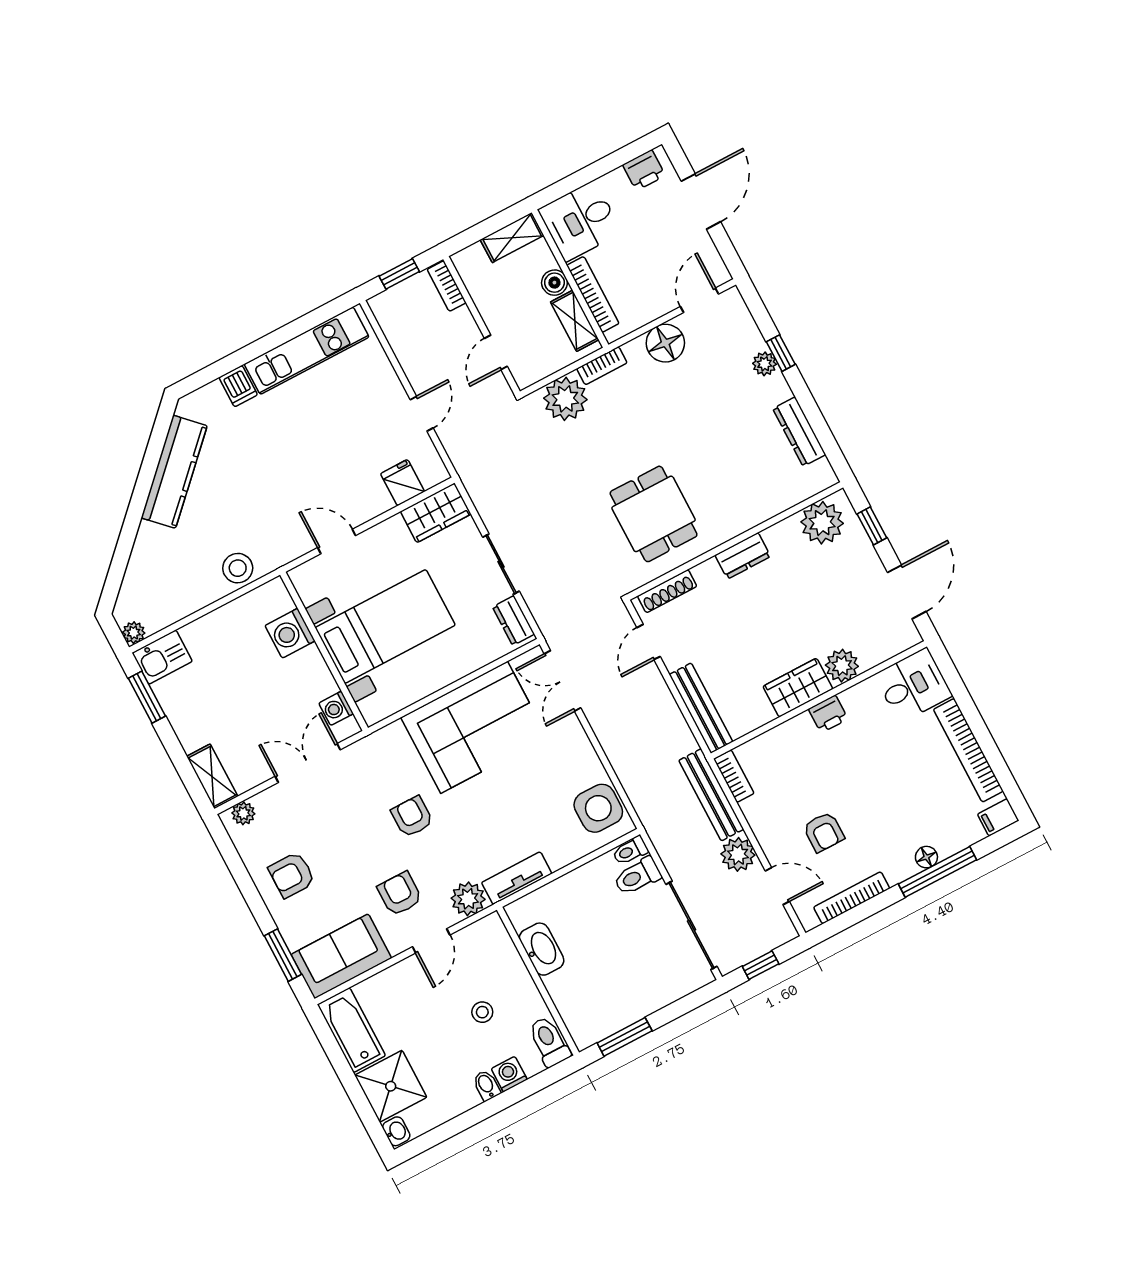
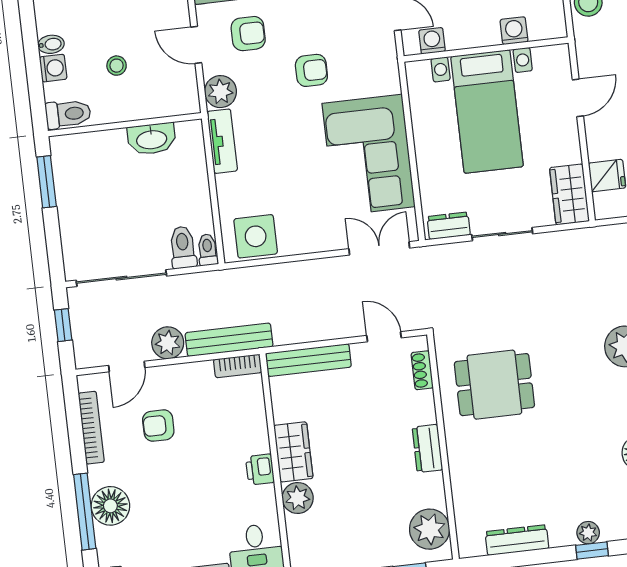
shoe rack: (667, 591) -> (422, 370), width x0.70
washing machine: (290, 633) -> (514, 31), width x0.73, depth x0.73
floor lamp: (926, 857) -> (110, 506), width x1.89, depth x1.89

